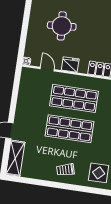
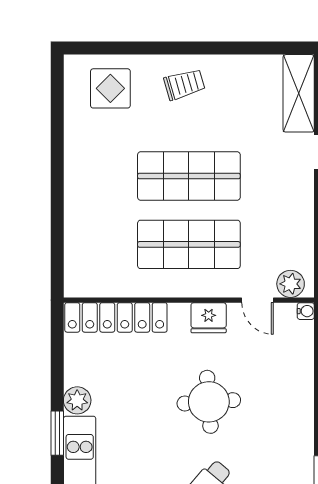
round table: (62, 26) -> (209, 402), moved
plant: (32, 74) -> (291, 284), added

